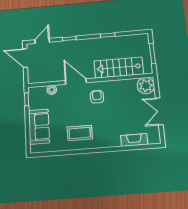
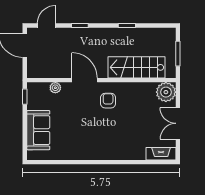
coffee table: (80, 133) -> (85, 141), removed
fireplace: (134, 140) -> (161, 154), moved

